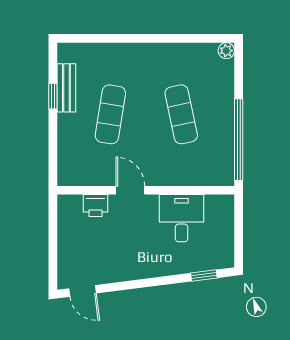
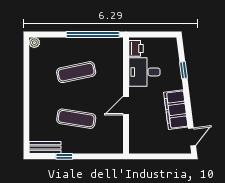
bench: (66, 88) -> (45, 147), moved
printer: (95, 206) -> (136, 48), moved
filing cabinet: (124, 266) -> (176, 110), added
window: (204, 275) -> (184, 70), moved

